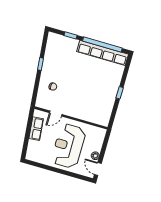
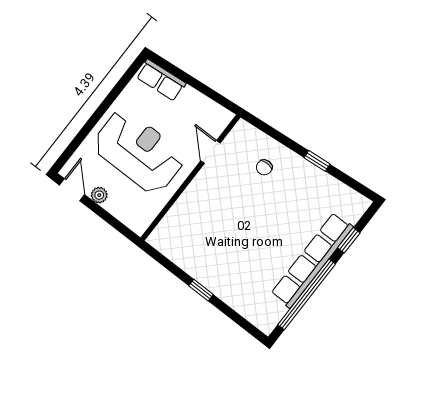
row of seats: (103, 53) -> (312, 260), moved
row of seats: (36, 129) -> (161, 80), moved
door: (98, 169) -> (72, 190), hinge flipped

